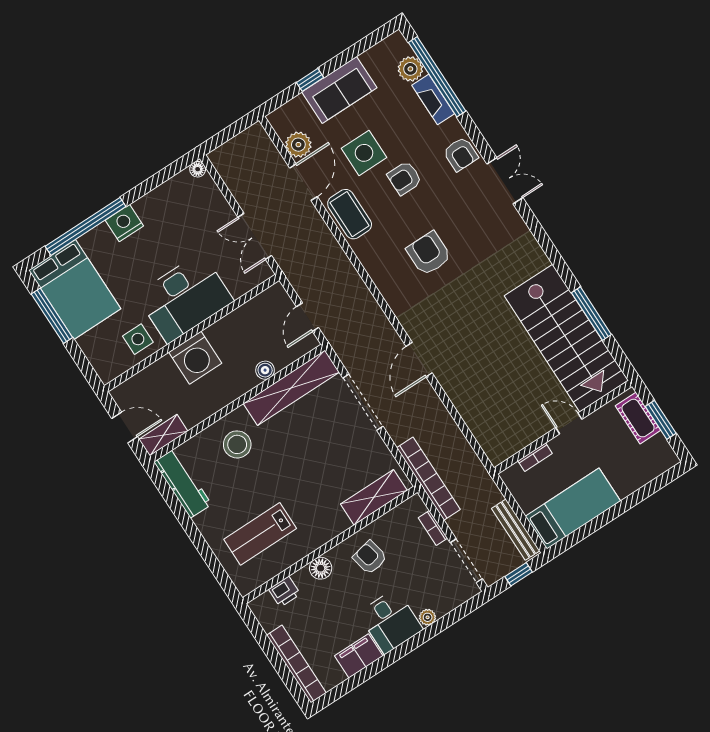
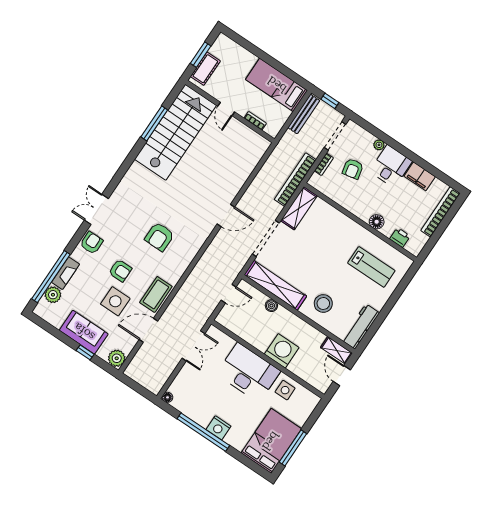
plant: (298, 145) -> (117, 358), moved
window: (85, 226) -> (203, 432), moved
shelving: (374, 497) -> (299, 208), moved, turned 90
armchair: (370, 557) -> (353, 169), moved

